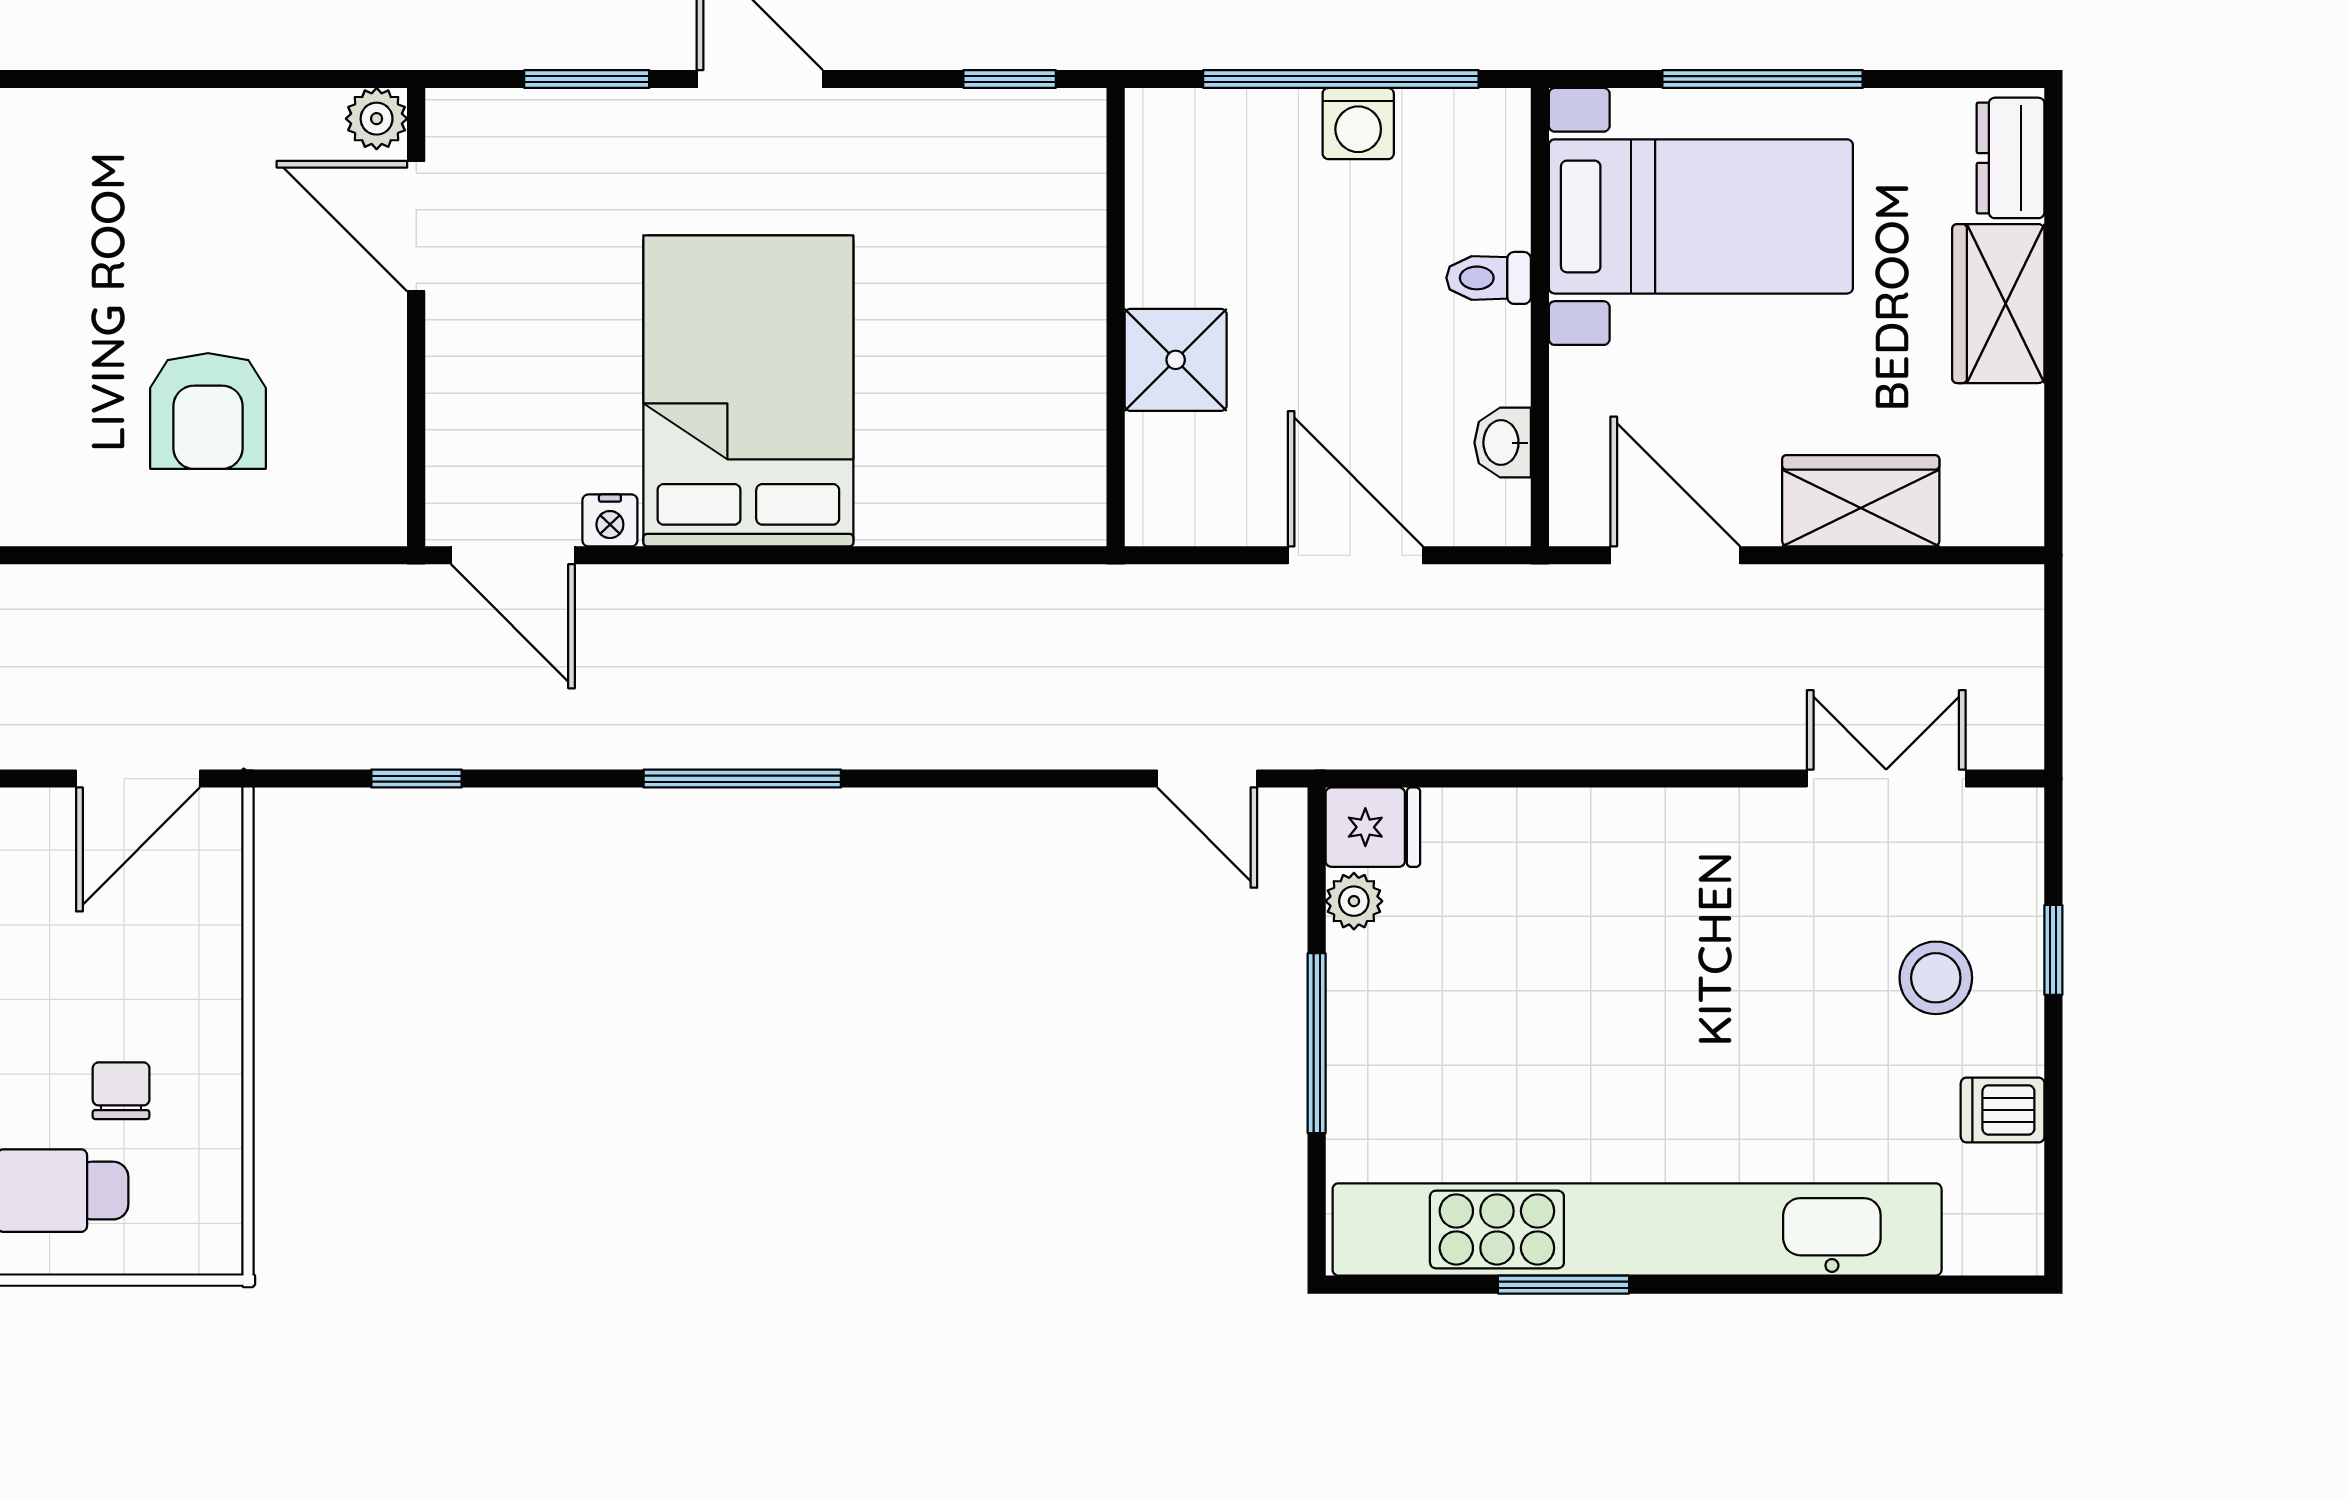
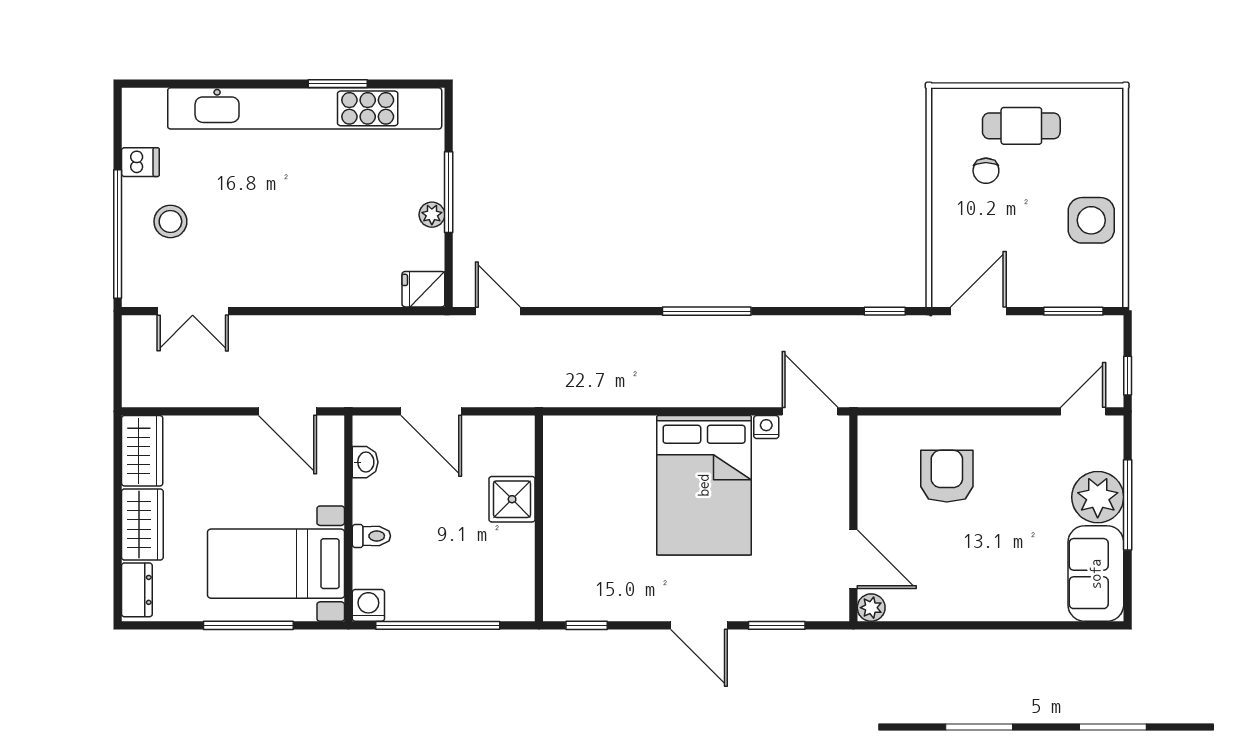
washing machine: (1358, 124) -> (368, 605), moved
wardrobe: (1861, 501) -> (142, 451), moved, turned -90
window: (417, 779) -> (885, 311), moved
plant: (1354, 901) -> (432, 215), moved
window: (2053, 950) -> (118, 234), width x3.17

